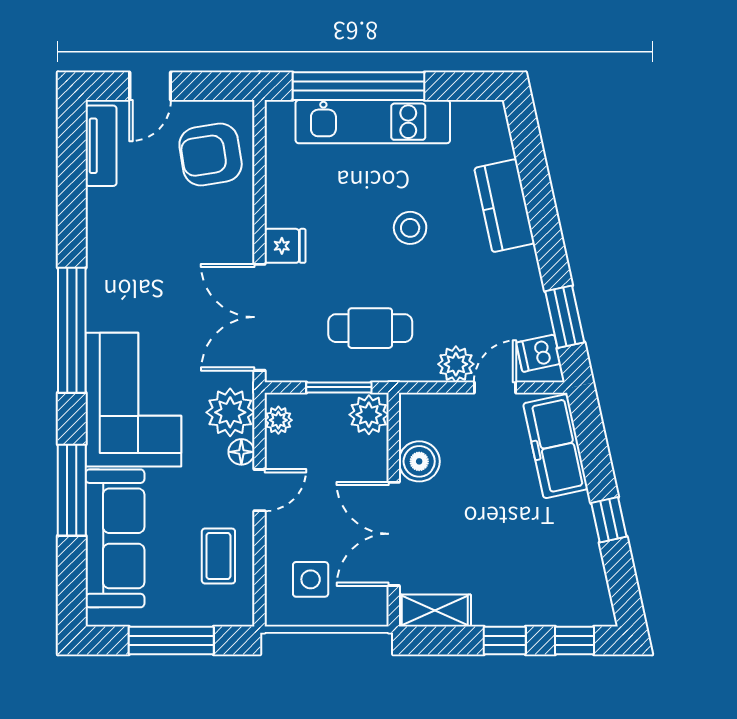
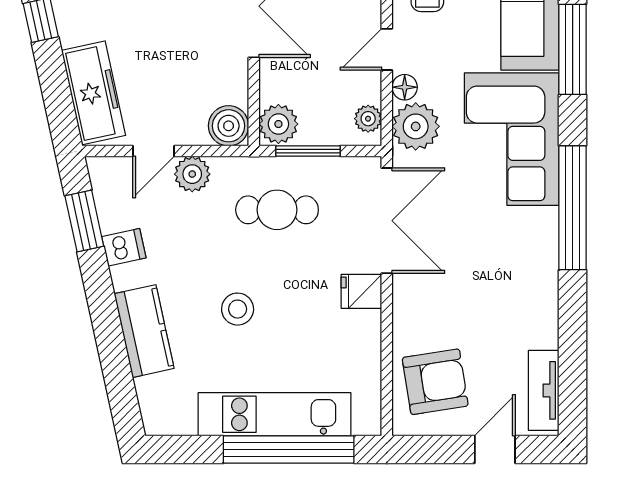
dishwasher: (539, 353) -> (124, 247), moved
boiler: (419, 461) -> (229, 126), moved

